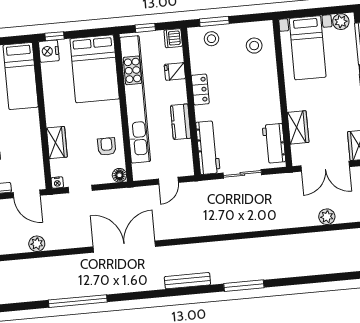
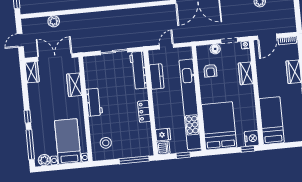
window: (214, 21) -> (134, 160), width x1.44
stool: (211, 39) -> (136, 148), removed
fridge: (175, 71) -> (163, 135), moved
kitchen counter: (181, 122) -> (157, 77), moved
workbench: (274, 143) -> (94, 102), moved
floor lamp: (119, 175) -> (215, 49), moved
door: (27, 194) -> (267, 37), swing flipped

